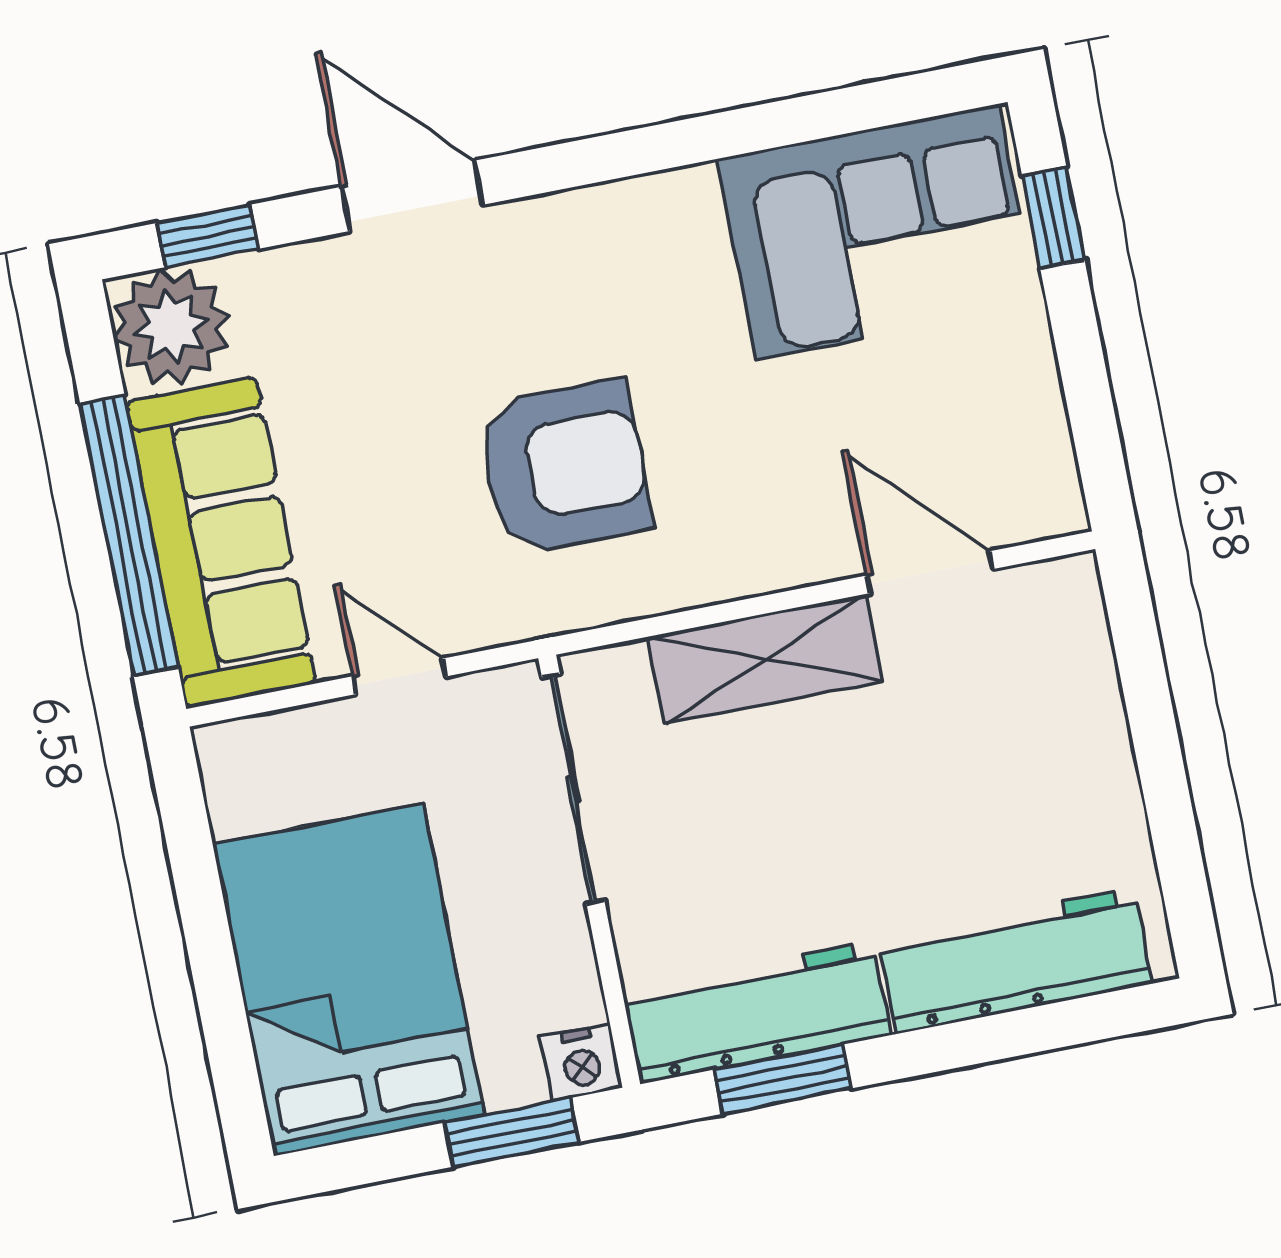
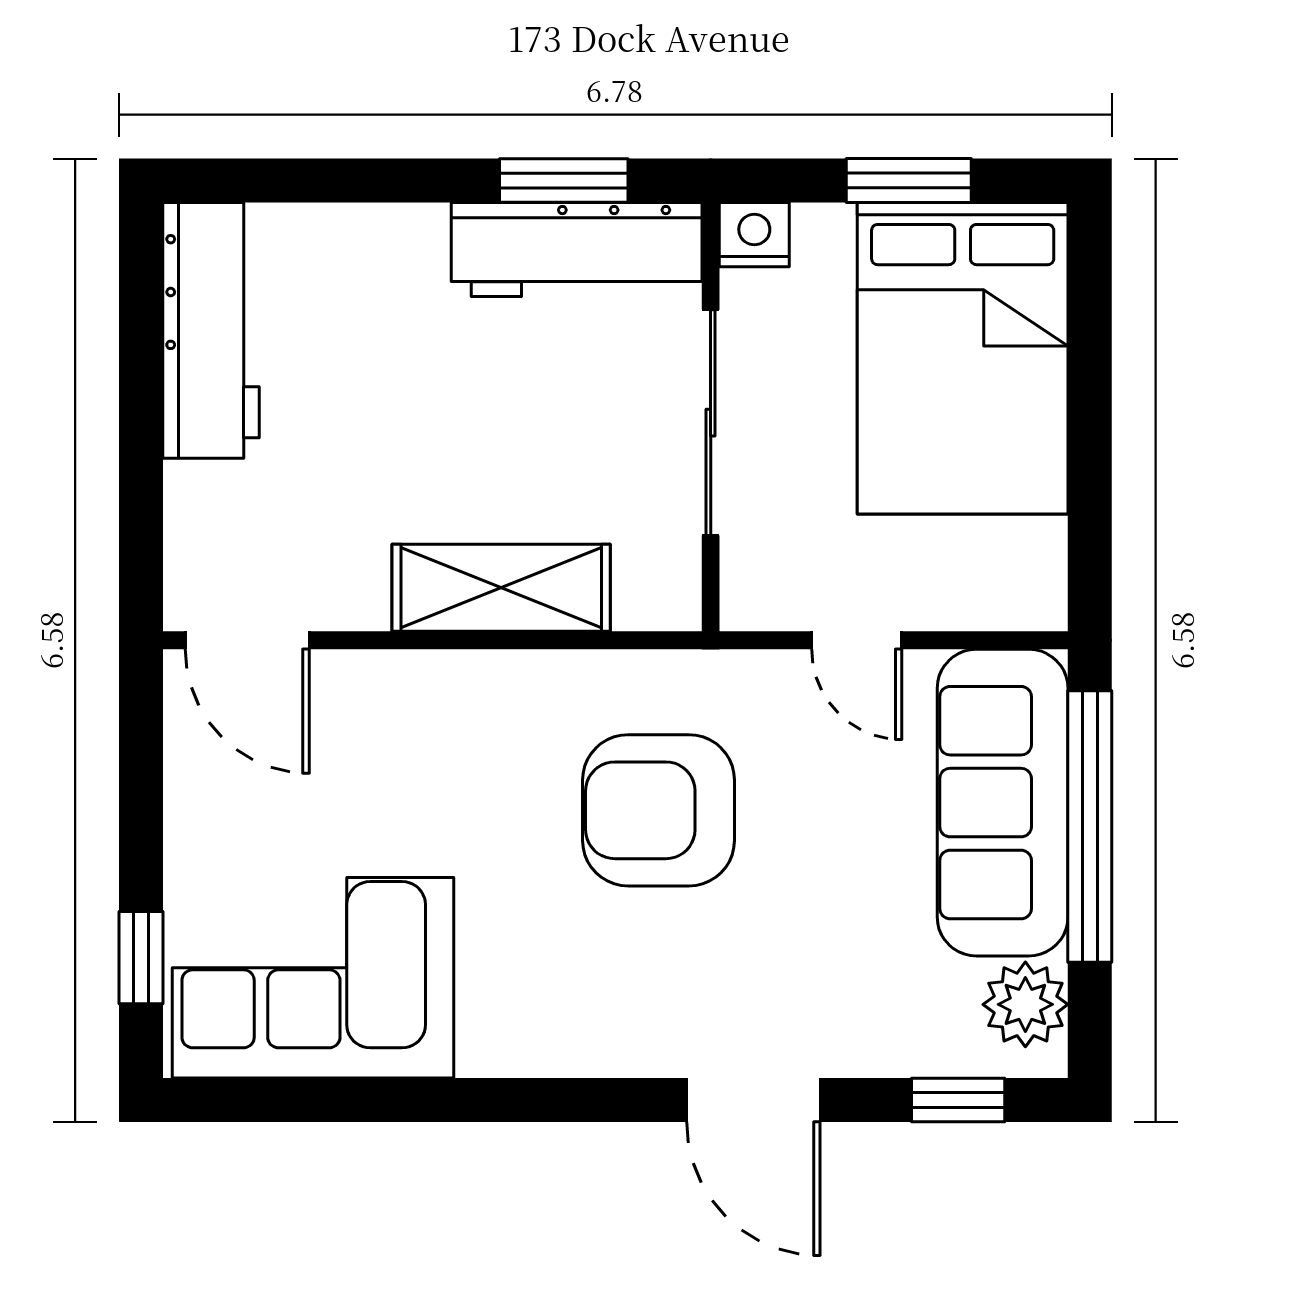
plant: (171, 326) -> (1025, 1004), width x0.73, depth x0.73
door: (930, 572) -> (247, 640), moved
sliding door: (573, 789) -> (711, 423), moved
workbench: (1016, 961) -> (211, 330), moved, turned -90
window: (512, 1132) -> (909, 181), moved

